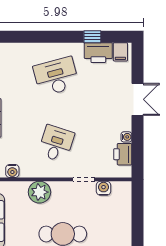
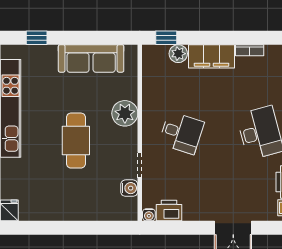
water cooler: (126, 137) -> (149, 215), moved
water cooler: (12, 171) -> (149, 82), removed

